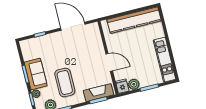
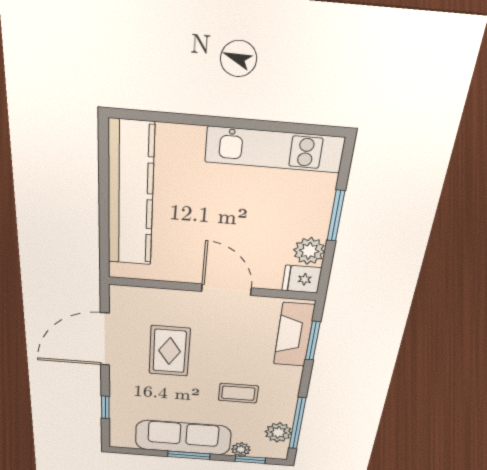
rug: (76, 51) -> (170, 351), added
door: (109, 62) -> (226, 290), hinge flipped
sofa: (36, 74) -> (183, 438), width x1.36
coffee table: (65, 82) -> (238, 393), width x0.54, depth x0.58

